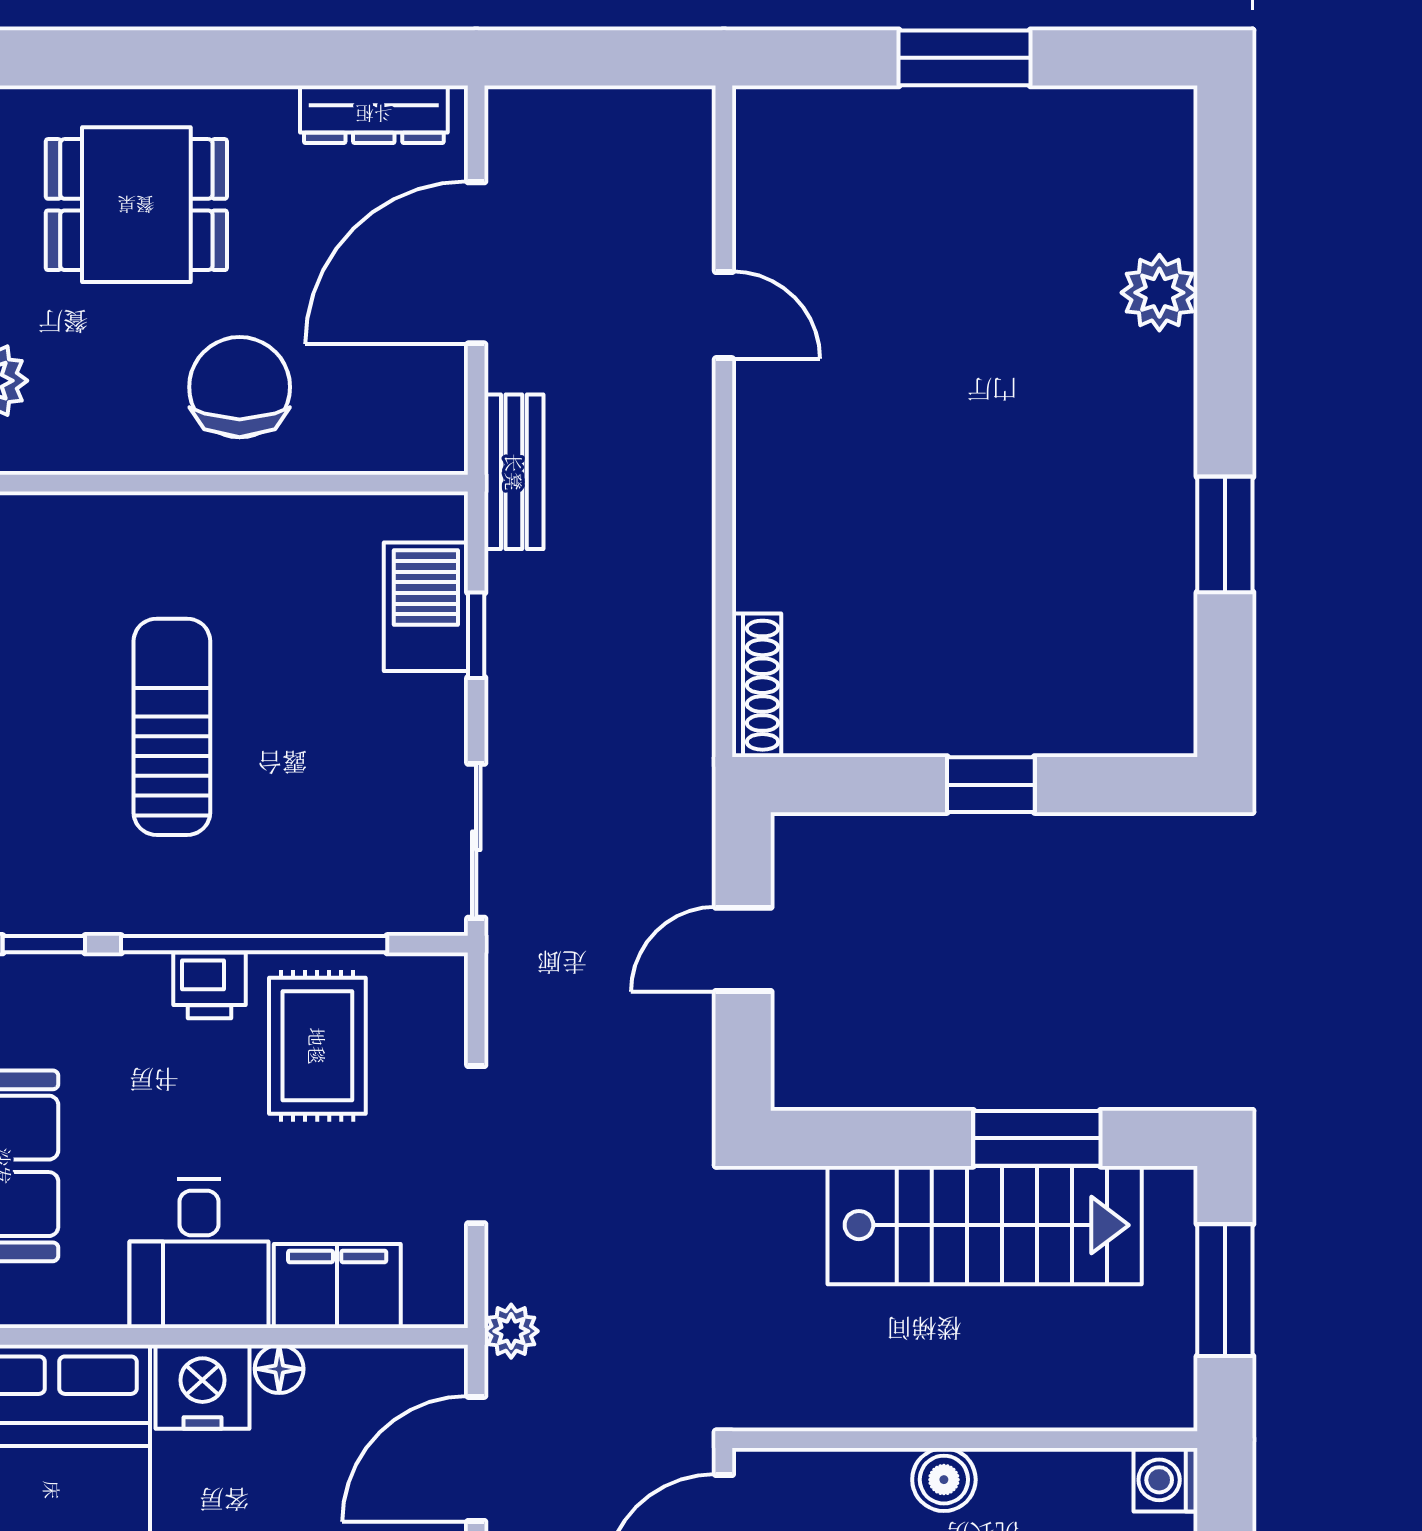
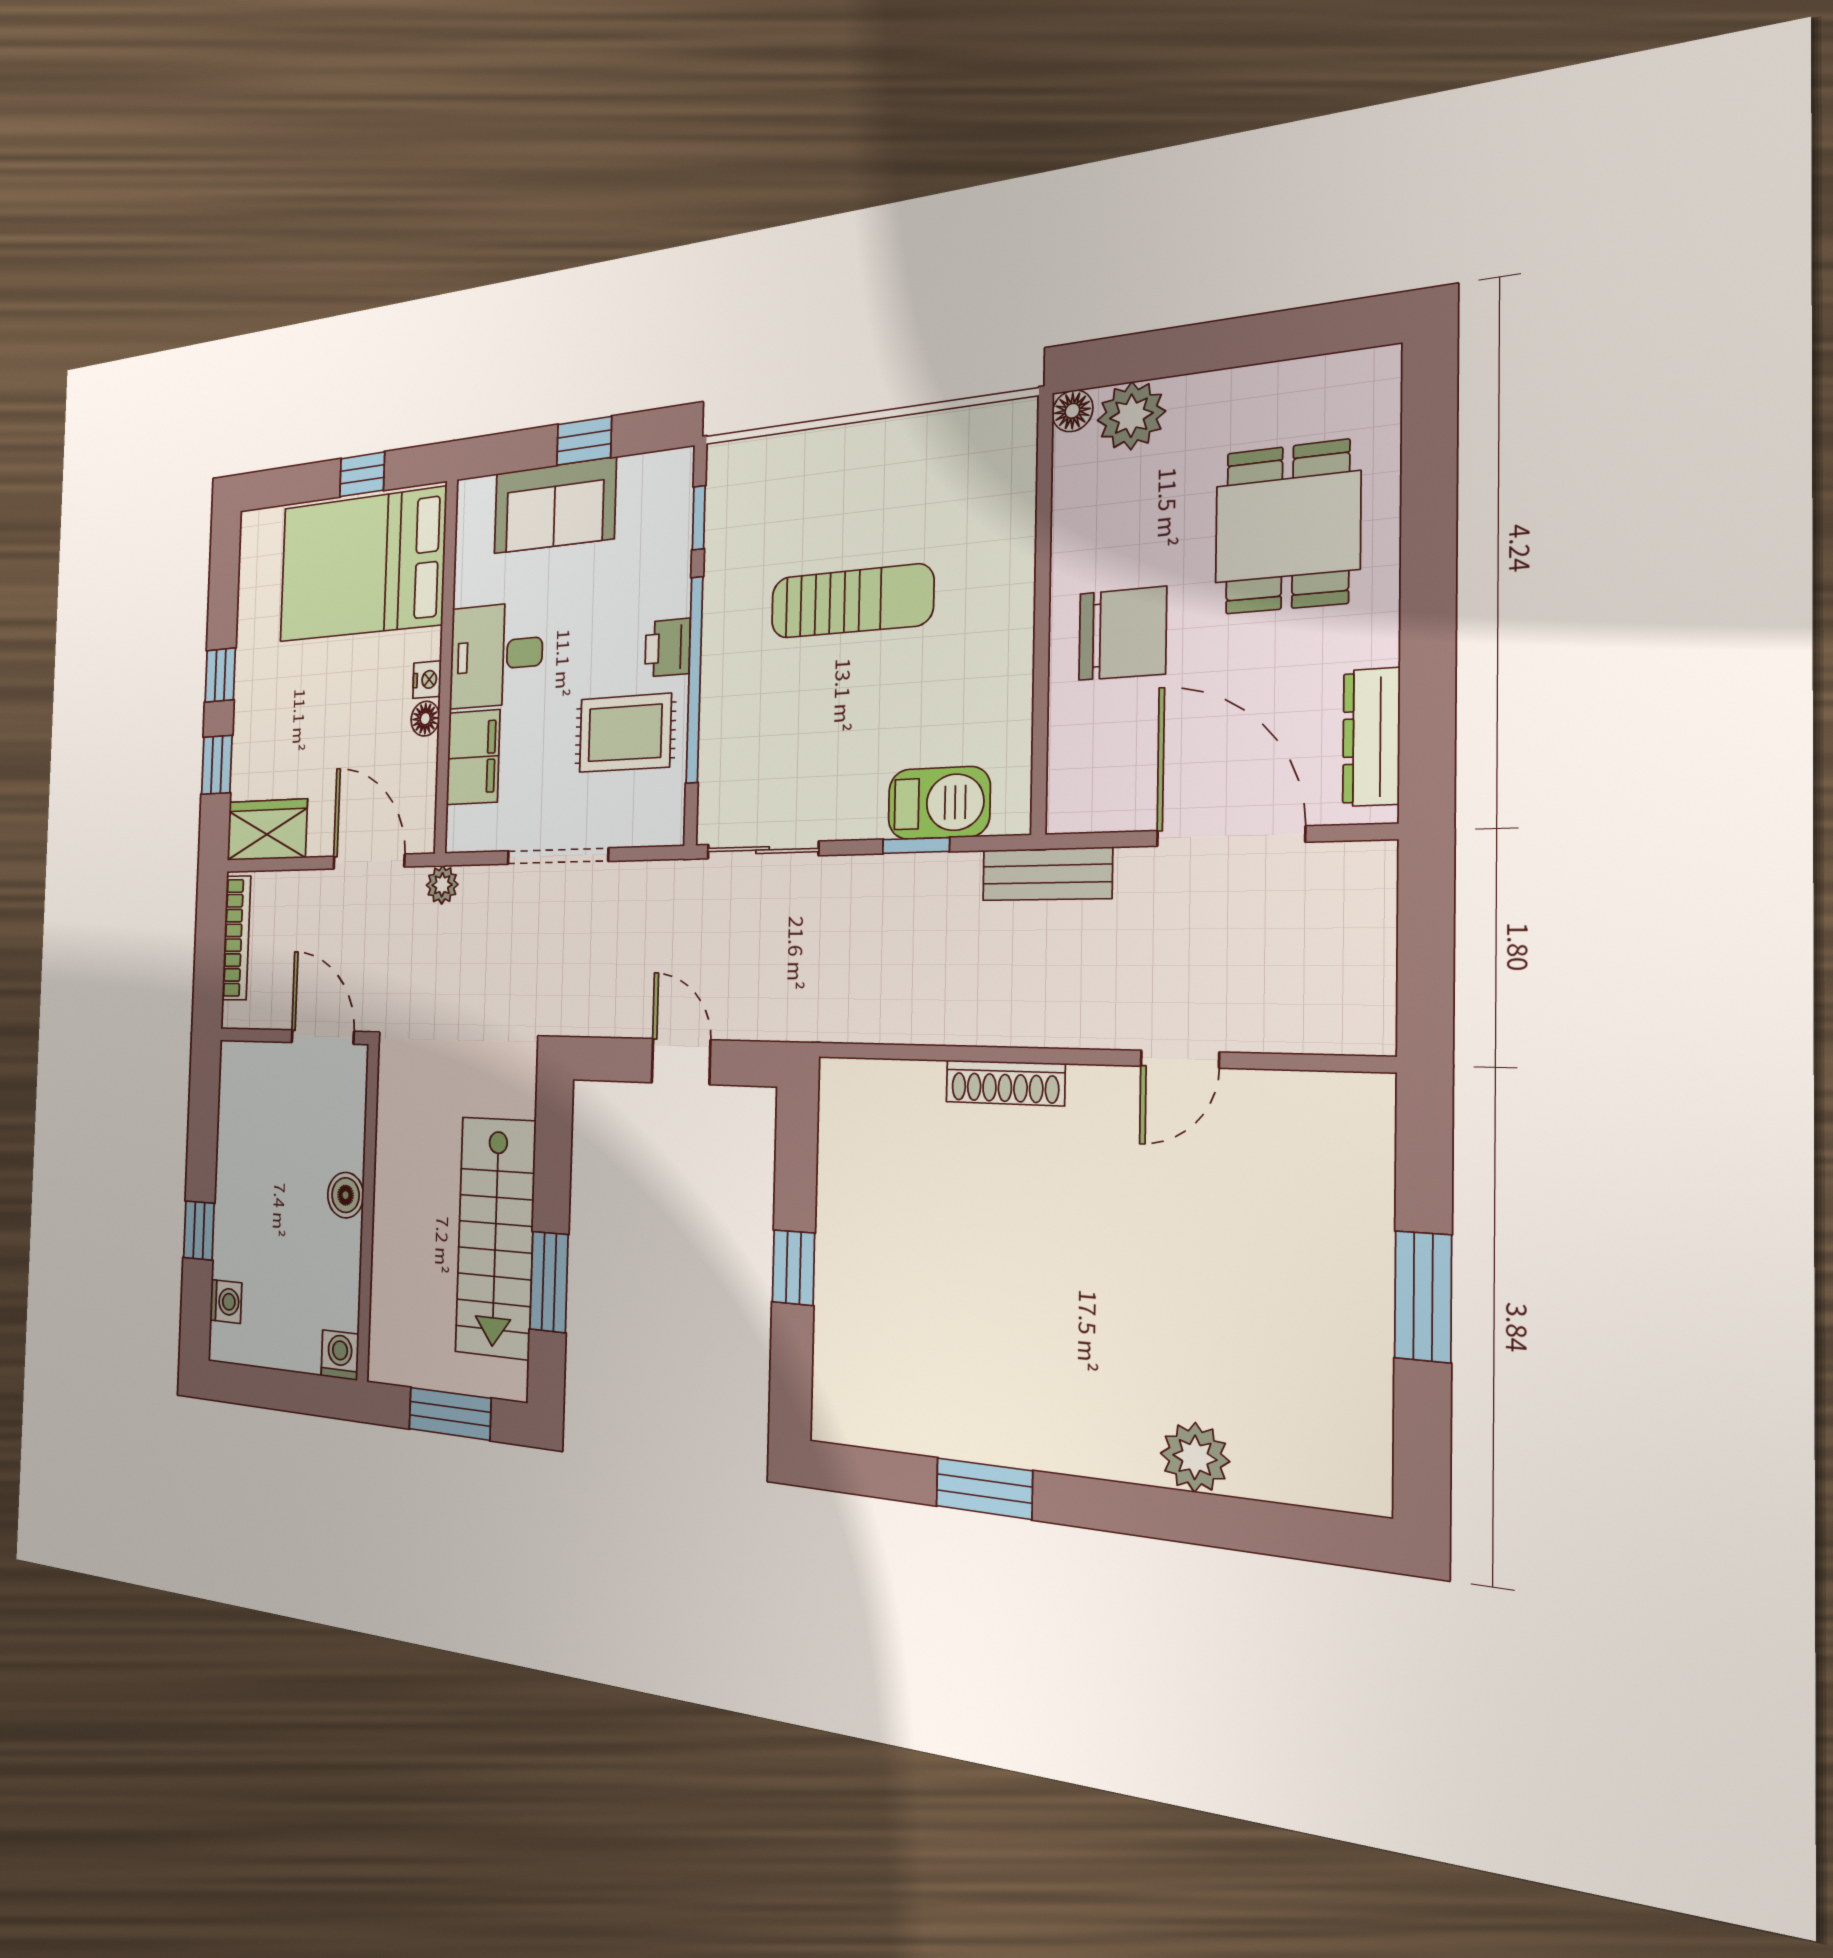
shoe rack: (757, 685) -> (1005, 1083), moved
nightstand: (202, 1387) -> (427, 680), width x0.53, depth x0.56

